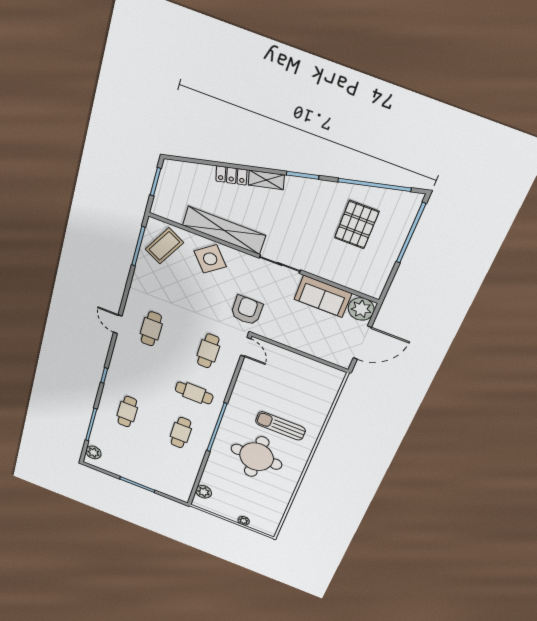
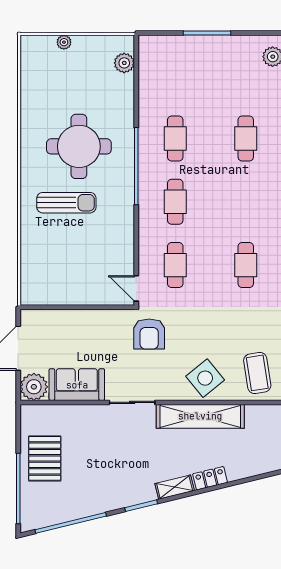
pallet: (357, 225) -> (45, 458), moved
coffee table: (164, 246) -> (257, 373), turned -37
cafe table: (194, 393) -> (175, 202), turned 90

